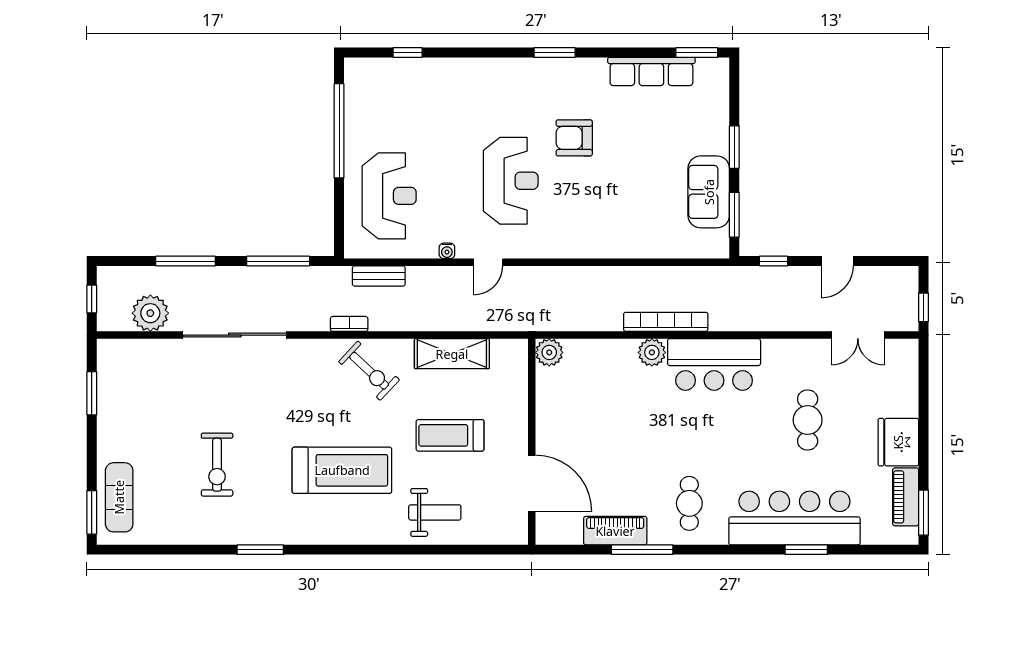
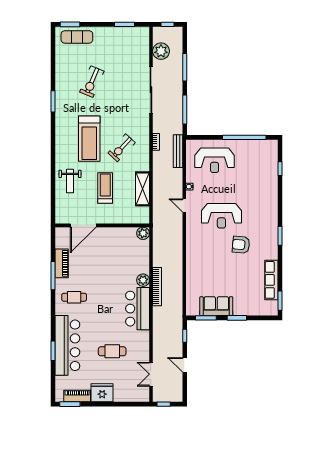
armchair: (574, 138) -> (241, 245), turned -85
bench: (379, 276) -> (178, 151), width x1.36
exercise bike: (369, 371) -> (122, 148), moved
exercise bike: (217, 465) -> (92, 82), turned -67

